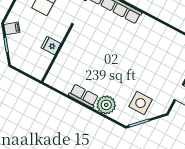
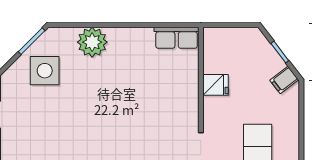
row of seats: (83, 96) -> (177, 38), moved

